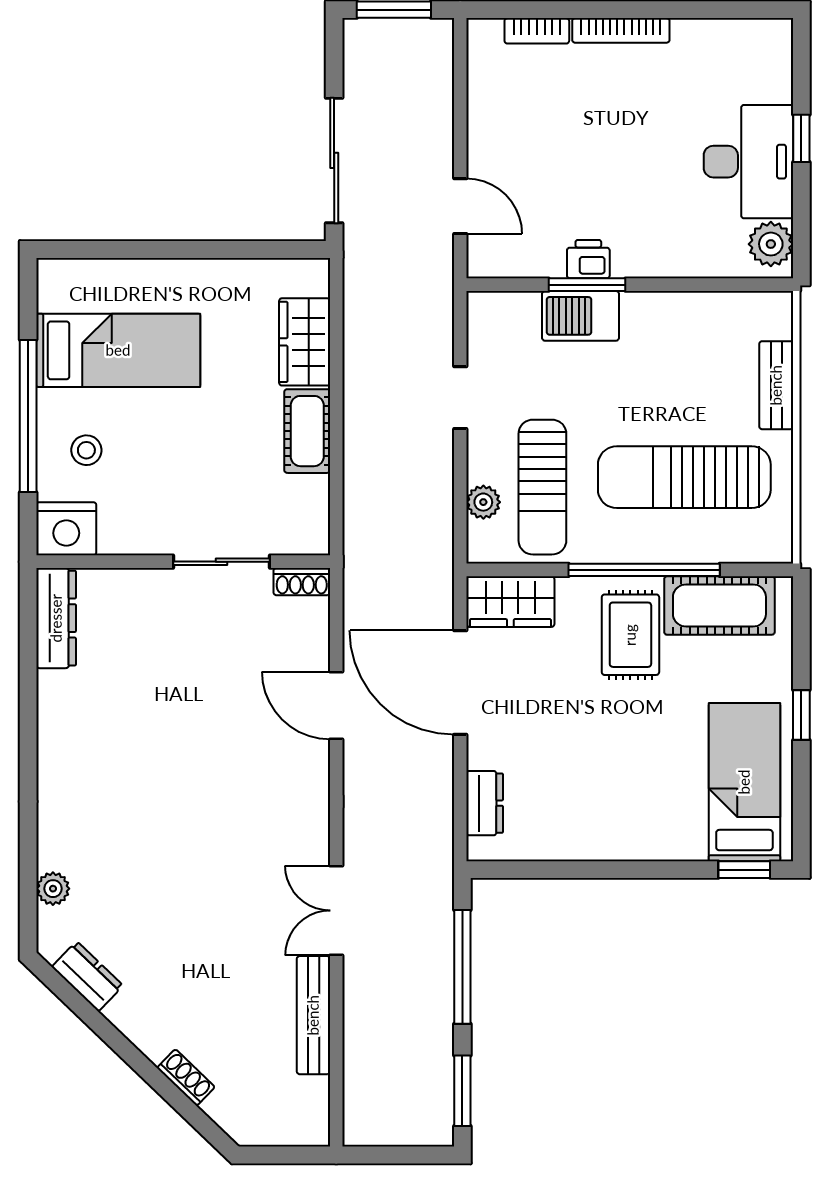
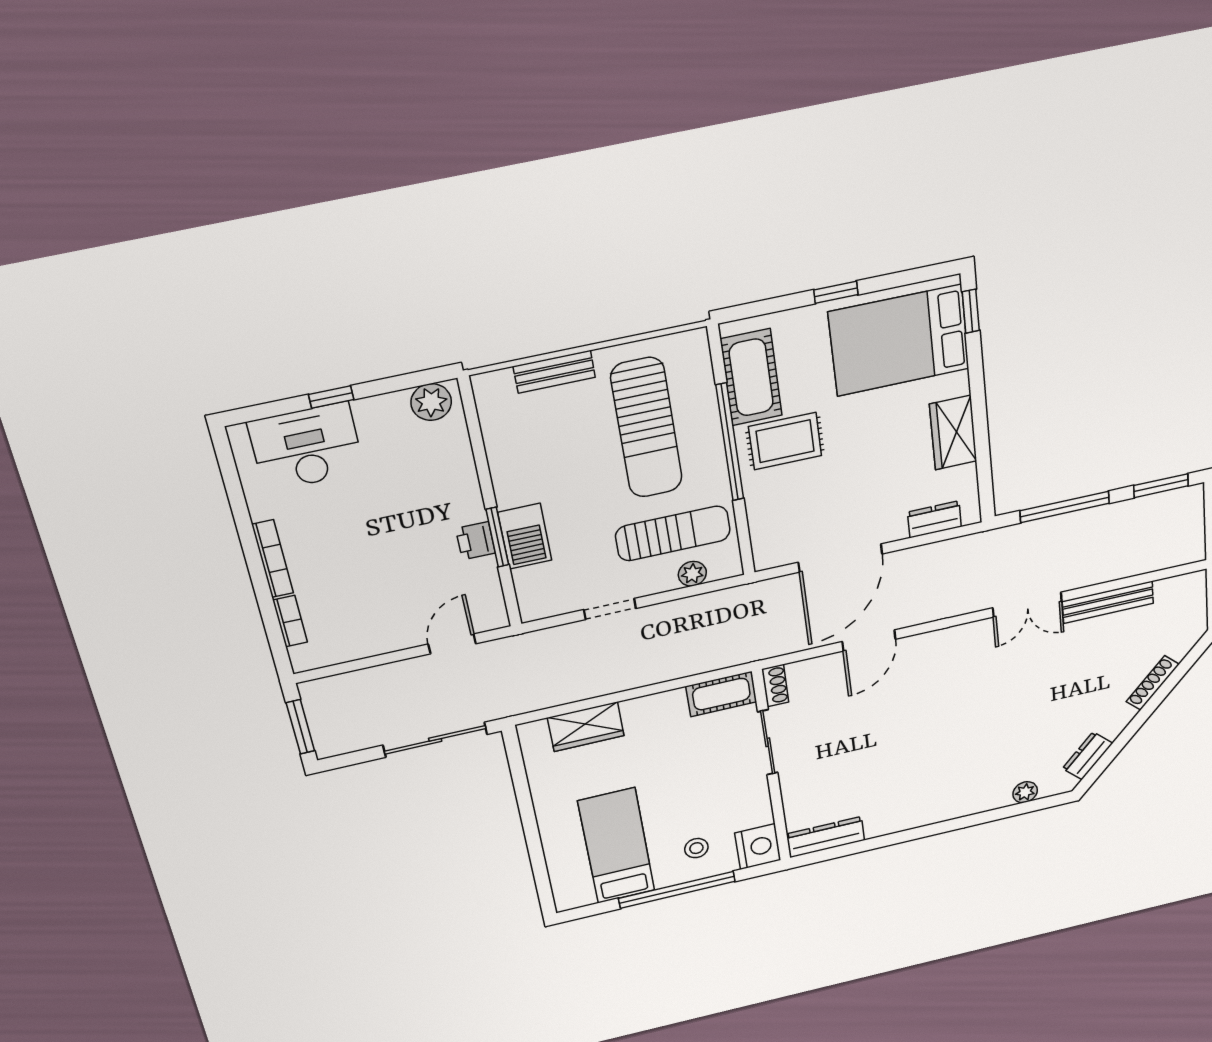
desk: (748, 162) -> (306, 447), moved
cot: (307, 431) -> (721, 694), moved
wardrobe: (510, 602) -> (953, 433), moved, turned 180
bed: (744, 782) -> (899, 340), width x1.50
shoe rack: (186, 1078) -> (1153, 683), width x1.43

